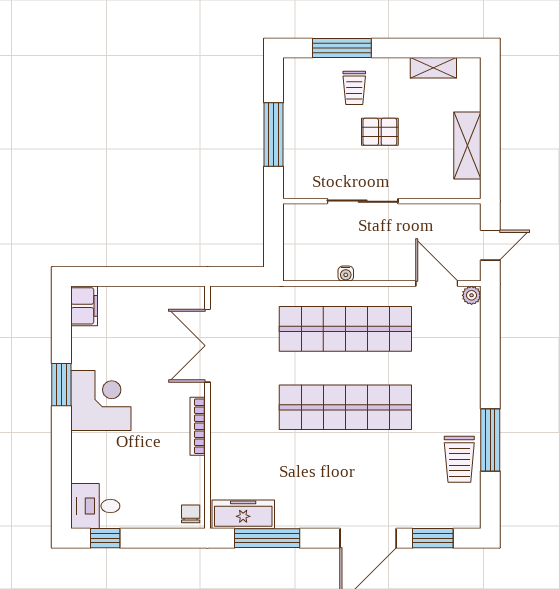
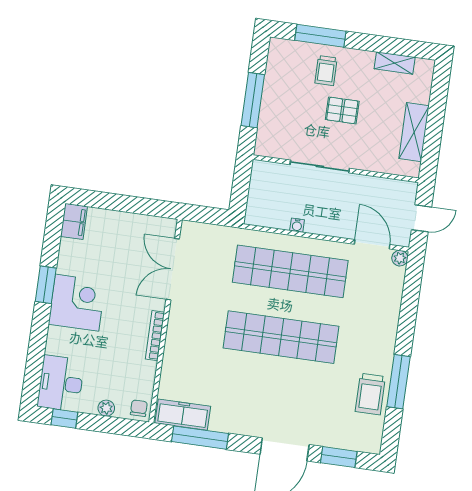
desk: (95, 506) -> (61, 383), width x1.37
plant: (153, 519) -> (106, 408), added

